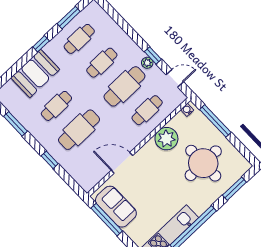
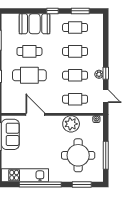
cafe table: (124, 86) -> (75, 75), width x0.73, depth x0.74
window: (215, 121) -> (106, 155), moved

